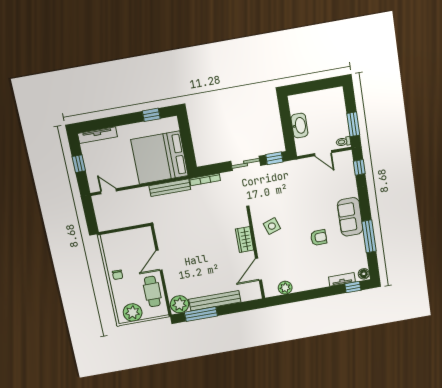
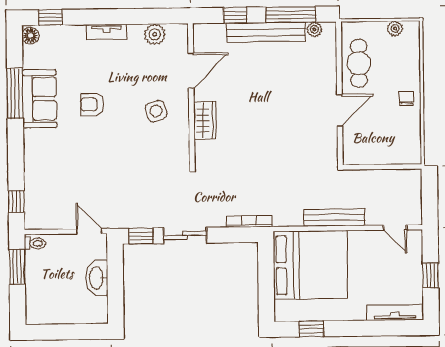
door: (323, 153) -> (89, 231), moved
bench: (170, 188) -> (334, 218), moved
sofa: (350, 217) -> (39, 99), moved
side table: (272, 226) -> (156, 111), moved
tv unit: (342, 279) -> (106, 32), moved
plant: (180, 304) -> (314, 29), width x0.53, depth x0.53
window: (236, 308) -> (235, 15), added
plant: (133, 313) -> (395, 29), width x0.53, depth x0.53

